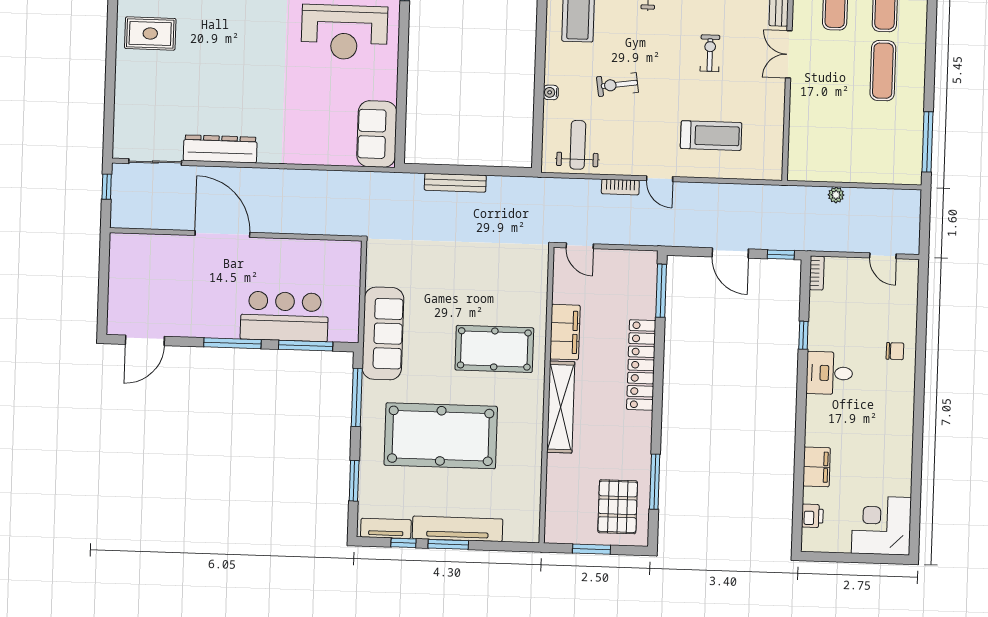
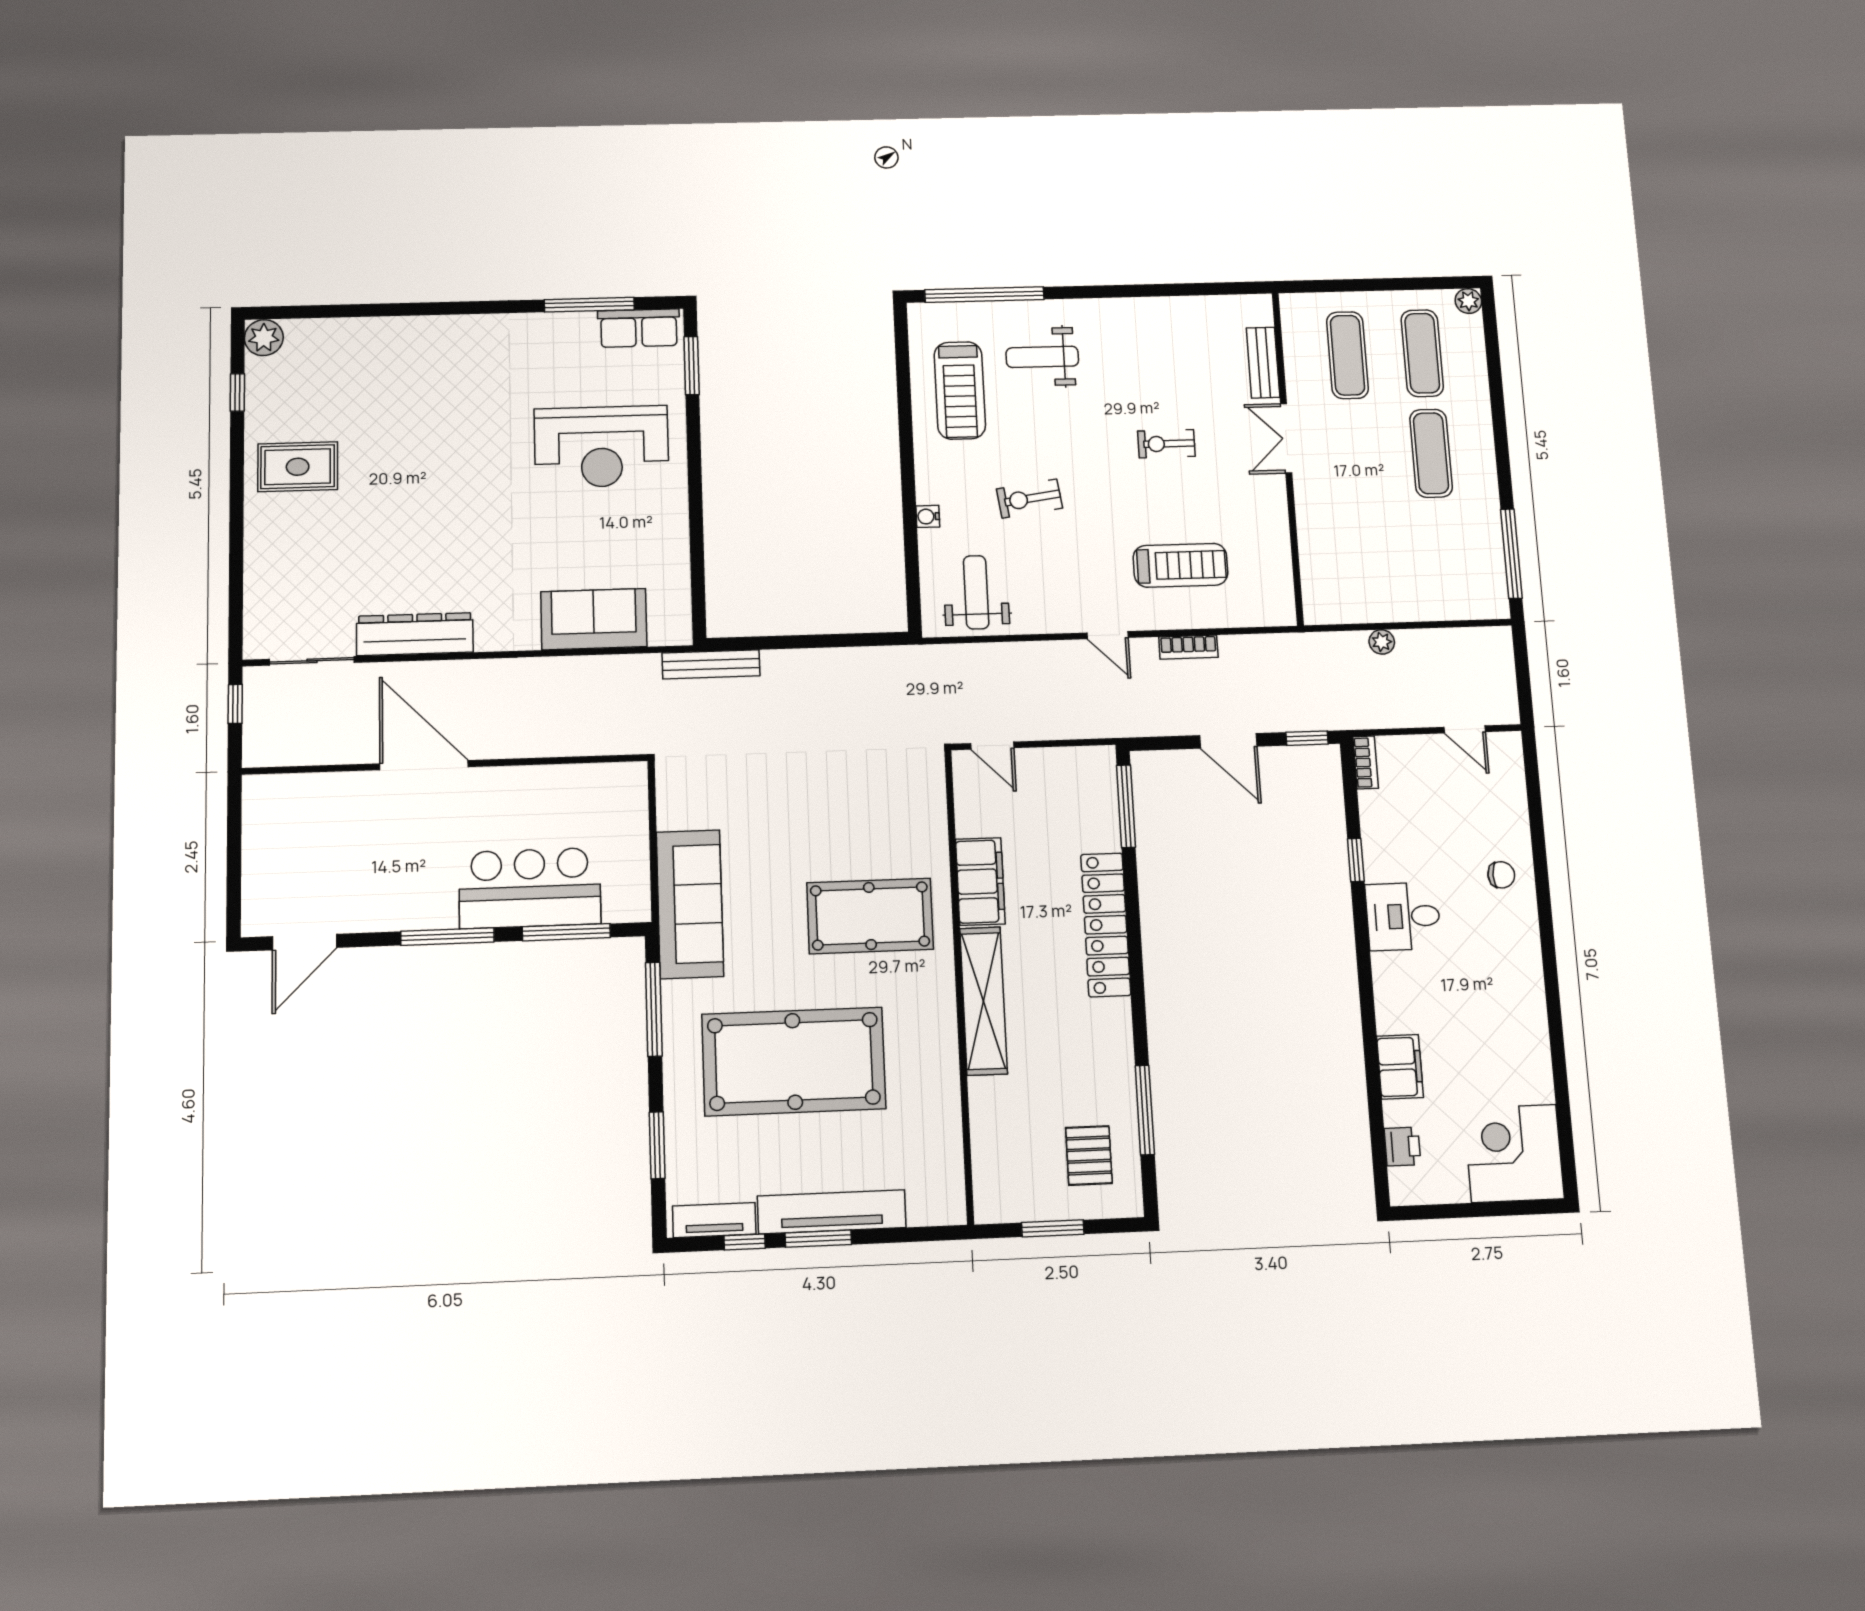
exercise bike: (710, 53) -> (1166, 444), turned -90
sofa: (377, 134) -> (594, 619), moved, turned 90
bench: (455, 183) -> (711, 664), moved
bookcase: (620, 187) -> (1188, 647), moved
pallet: (618, 507) -> (1089, 1155), width x0.67, depth x0.71

